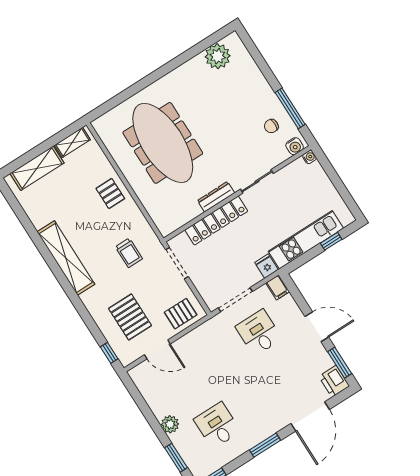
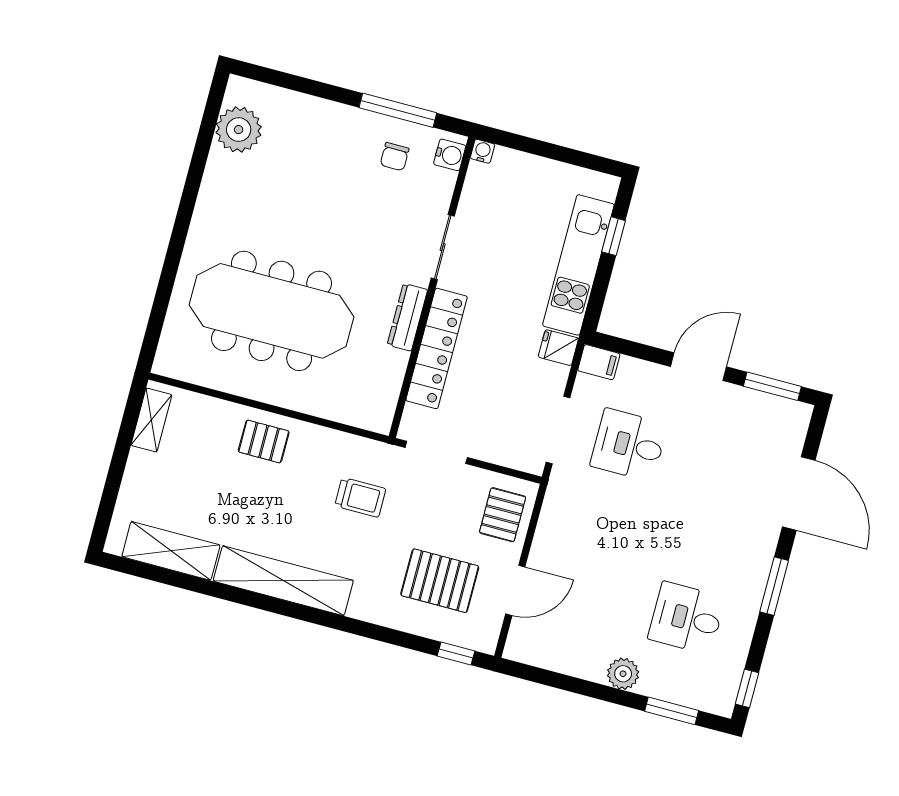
shelving: (37, 168) -> (171, 551), moved, turned 90
printer: (334, 381) -> (788, 418), removed

